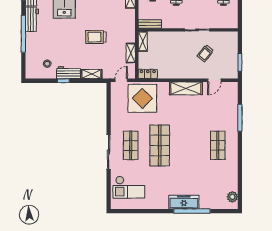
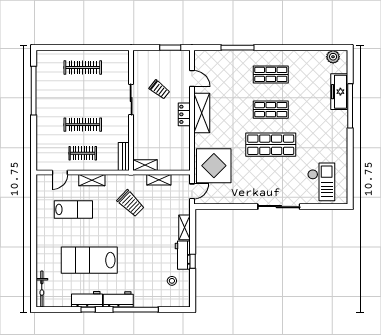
trolley: (96, 37) -> (131, 203), moved, turned -46
locker: (148, 74) -> (184, 114), moved
door: (121, 80) -> (192, 191), swing flipped
shop shelf: (131, 145) -> (271, 110), moved
freezer: (184, 202) -> (339, 92), moved

